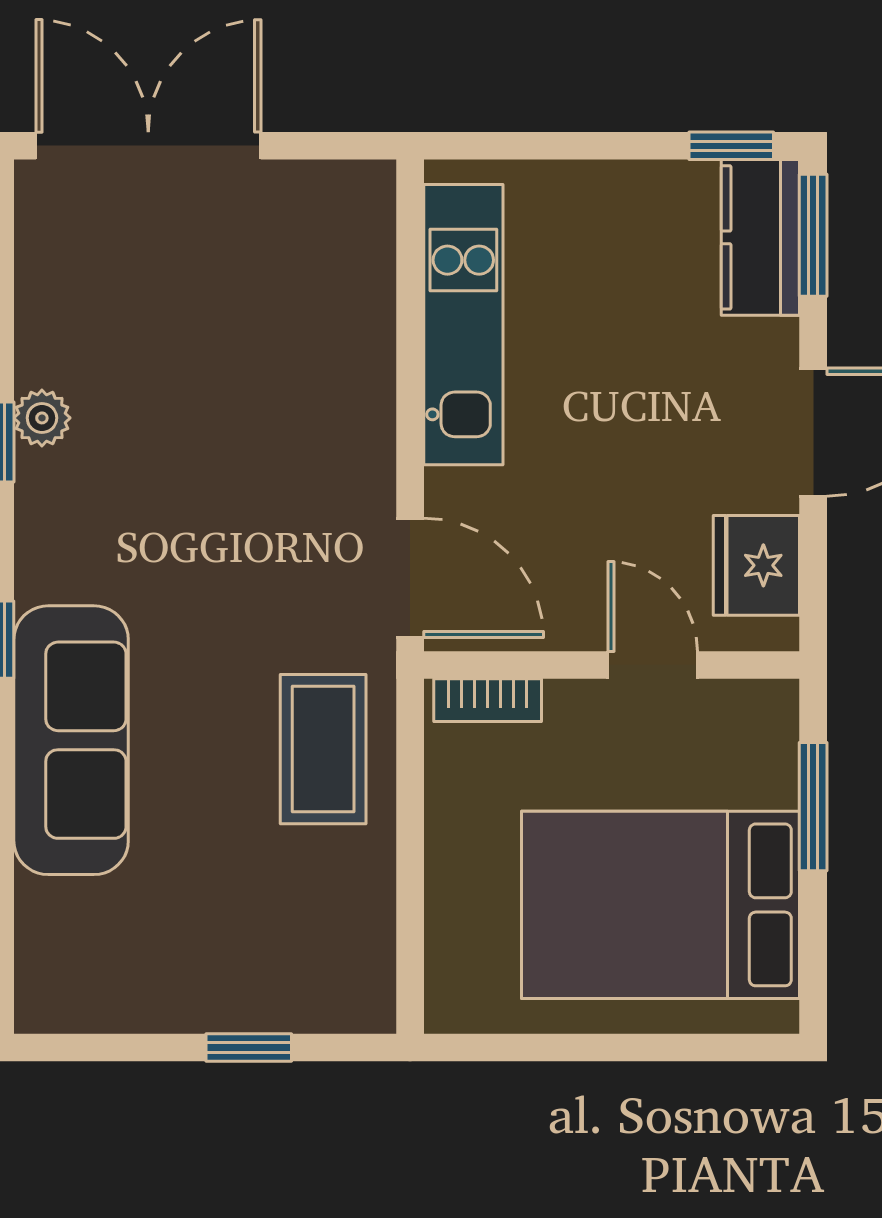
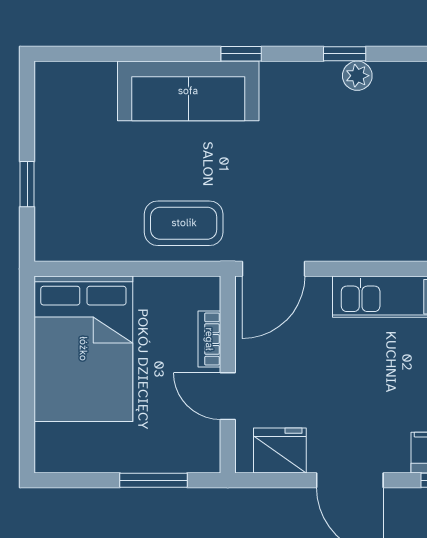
door: (653, 665) -> (228, 396), swing flipped
bookcase: (488, 700) -> (209, 339), moved
bed: (661, 905) -> (83, 349), moved, turned 180

